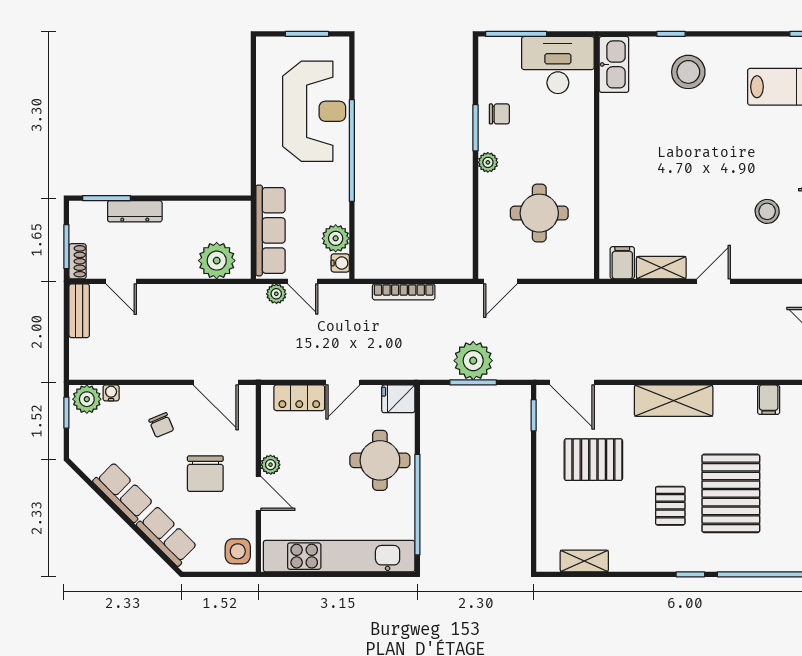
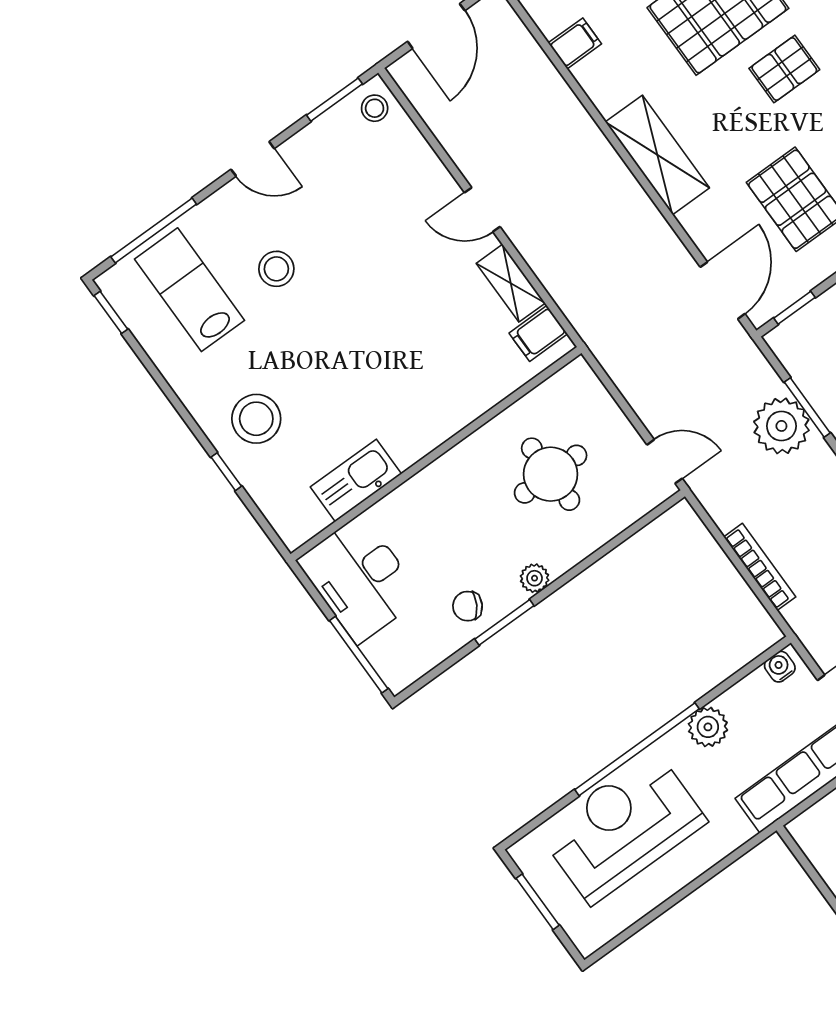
kitchen sink: (614, 64) -> (356, 480), moved
chair: (499, 114) -> (468, 606), turned -60
stool: (767, 211) -> (276, 269), moved
plant: (336, 238) -> (708, 727), moved

